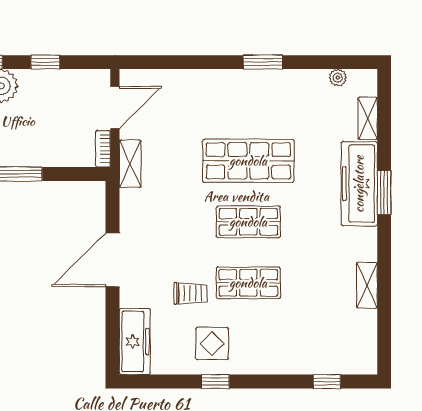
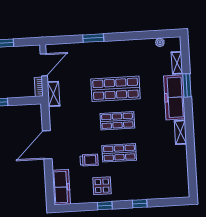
window: (263, 62) -> (93, 38), moved
window: (384, 193) -> (187, 85), moved
shelving: (367, 285) -> (180, 132), moved
window: (327, 382) -> (140, 204), moved

